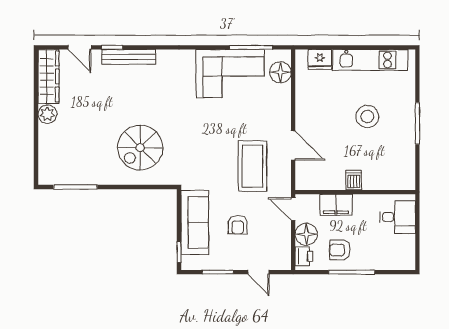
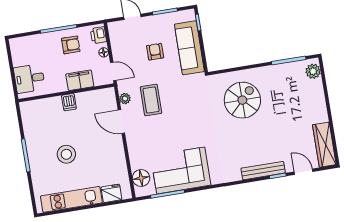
plant: (47, 114) -> (313, 71), moved
coffee table: (252, 166) -> (151, 100), width x0.73, depth x0.76
plant: (284, 173) -> (125, 99), added
floor lamp: (306, 234) -> (104, 52), width x0.53, depth x0.53

